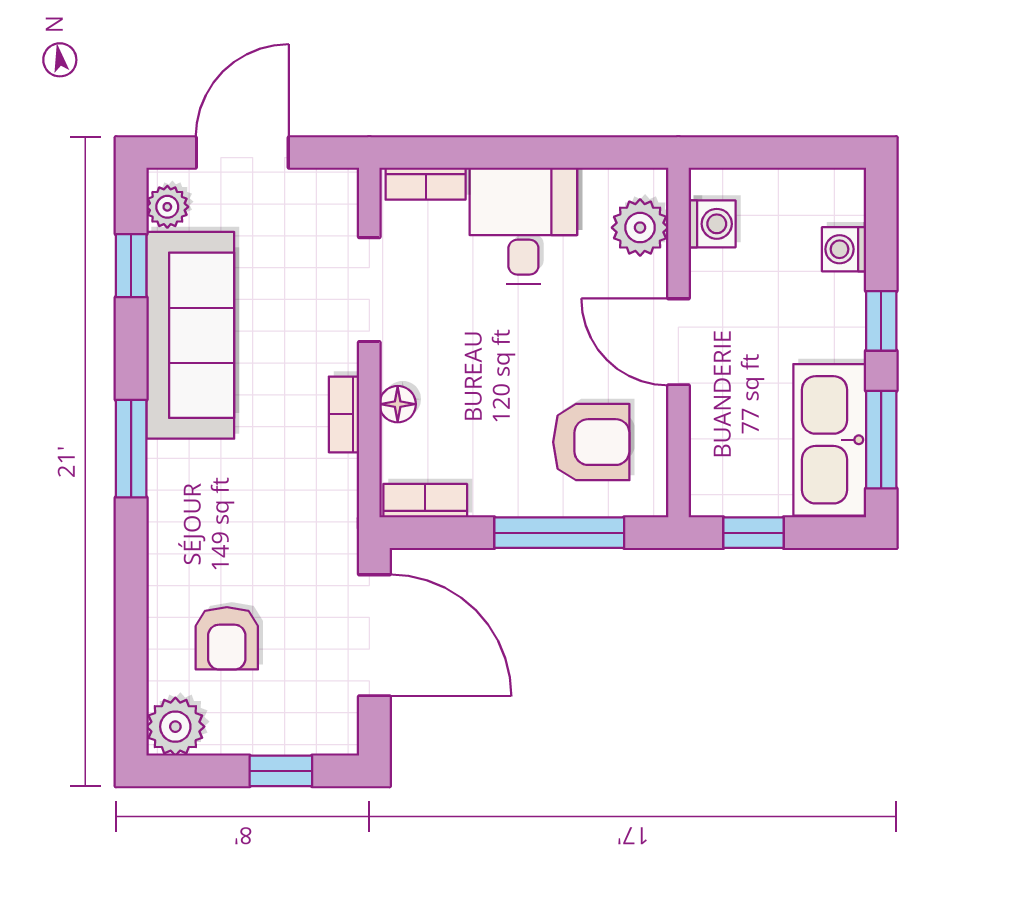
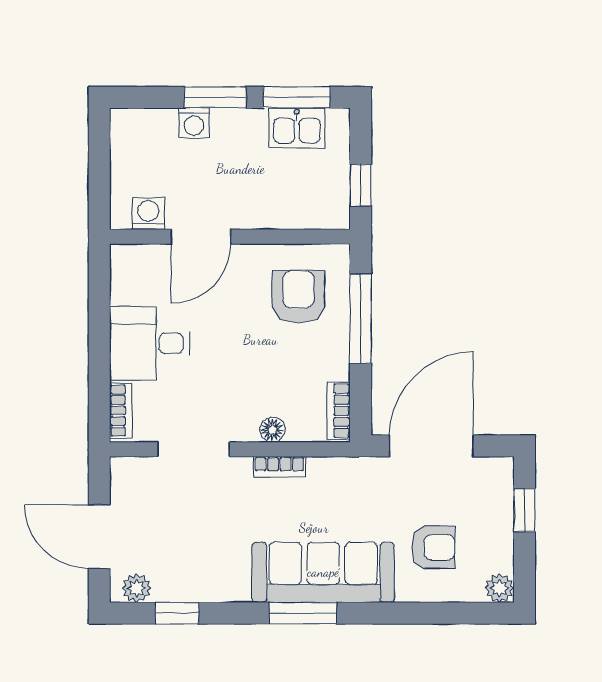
plant: (640, 228) -> (151, 263), removed
washing machine: (844, 249) -> (194, 123), moved
window: (881, 321) -> (215, 97), width x1.50
sofa: (190, 335) -> (323, 572), moved
door: (678, 342) -> (201, 237), moved
kitchen sink: (830, 440) -> (297, 128), width x0.53, depth x0.81
plant: (175, 727) -> (500, 588), width x0.73, depth x0.73

